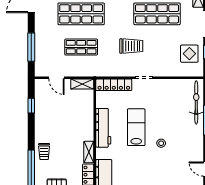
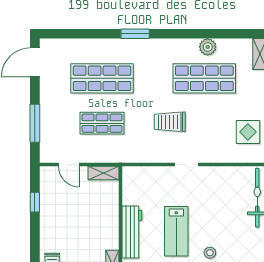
trolley: (131, 46) -> (170, 122), turned 180
locker: (114, 85) -> (146, 174), removed
lab bench: (136, 127) -> (176, 231), turned 180

